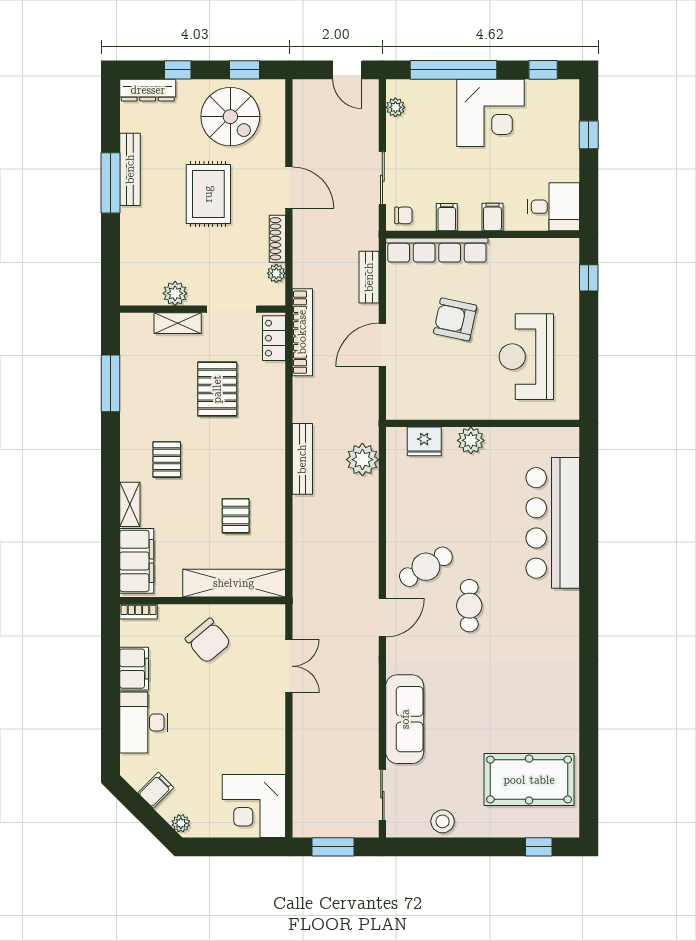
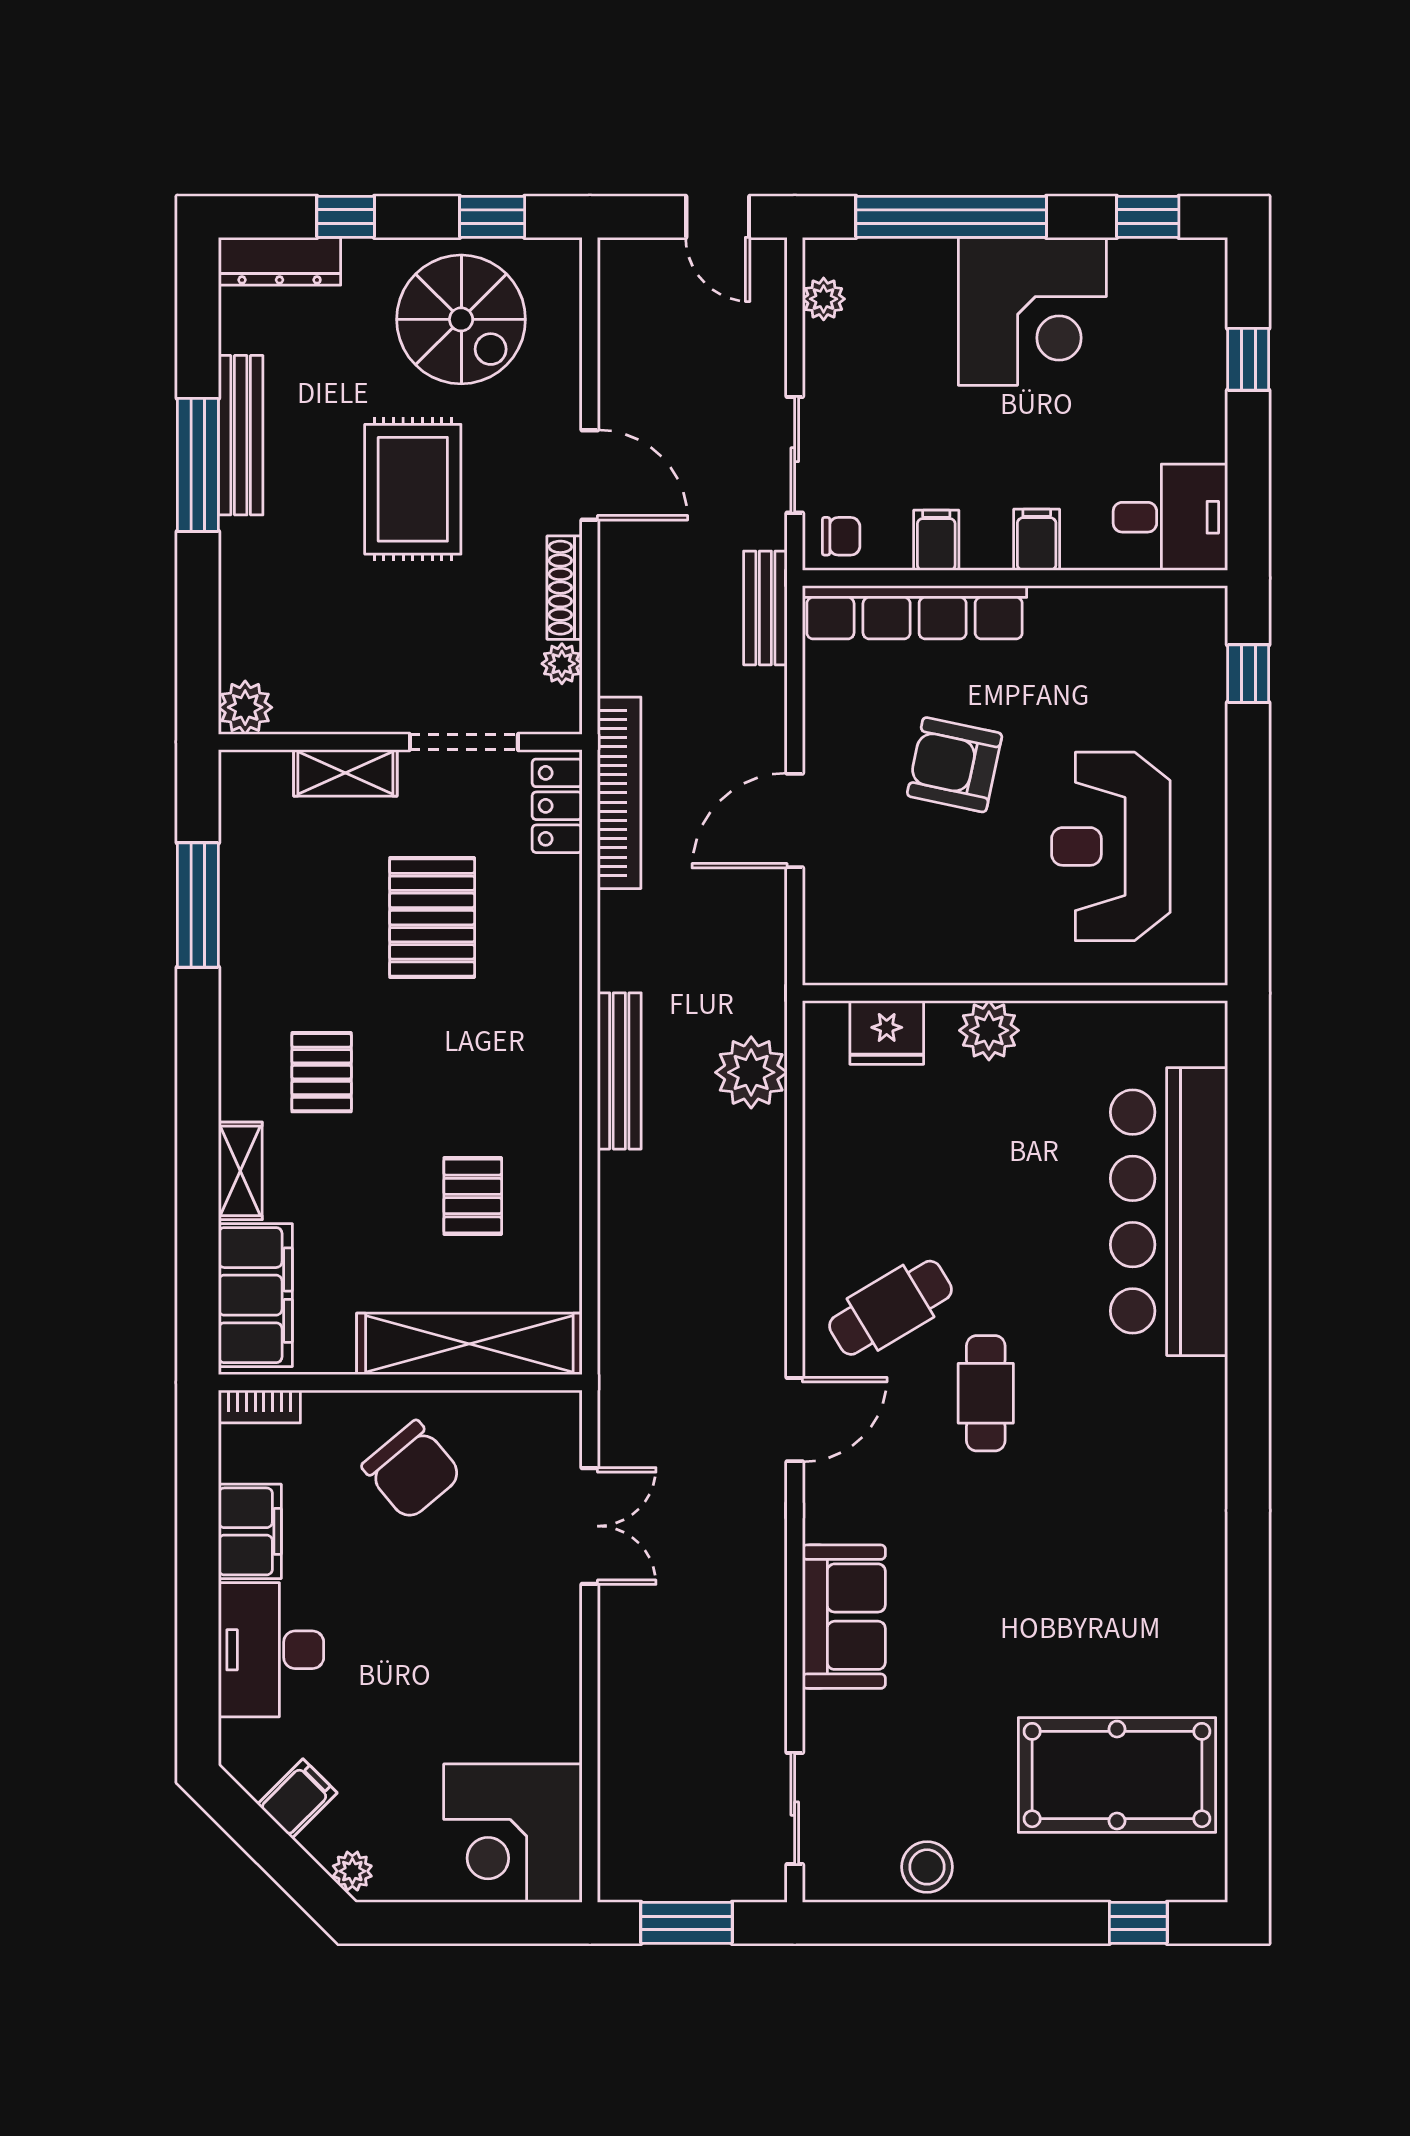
bench: (369, 277) -> (765, 608), moved
plant: (175, 293) -> (245, 707), moved
sofa: (405, 719) -> (844, 1617), width x0.73

